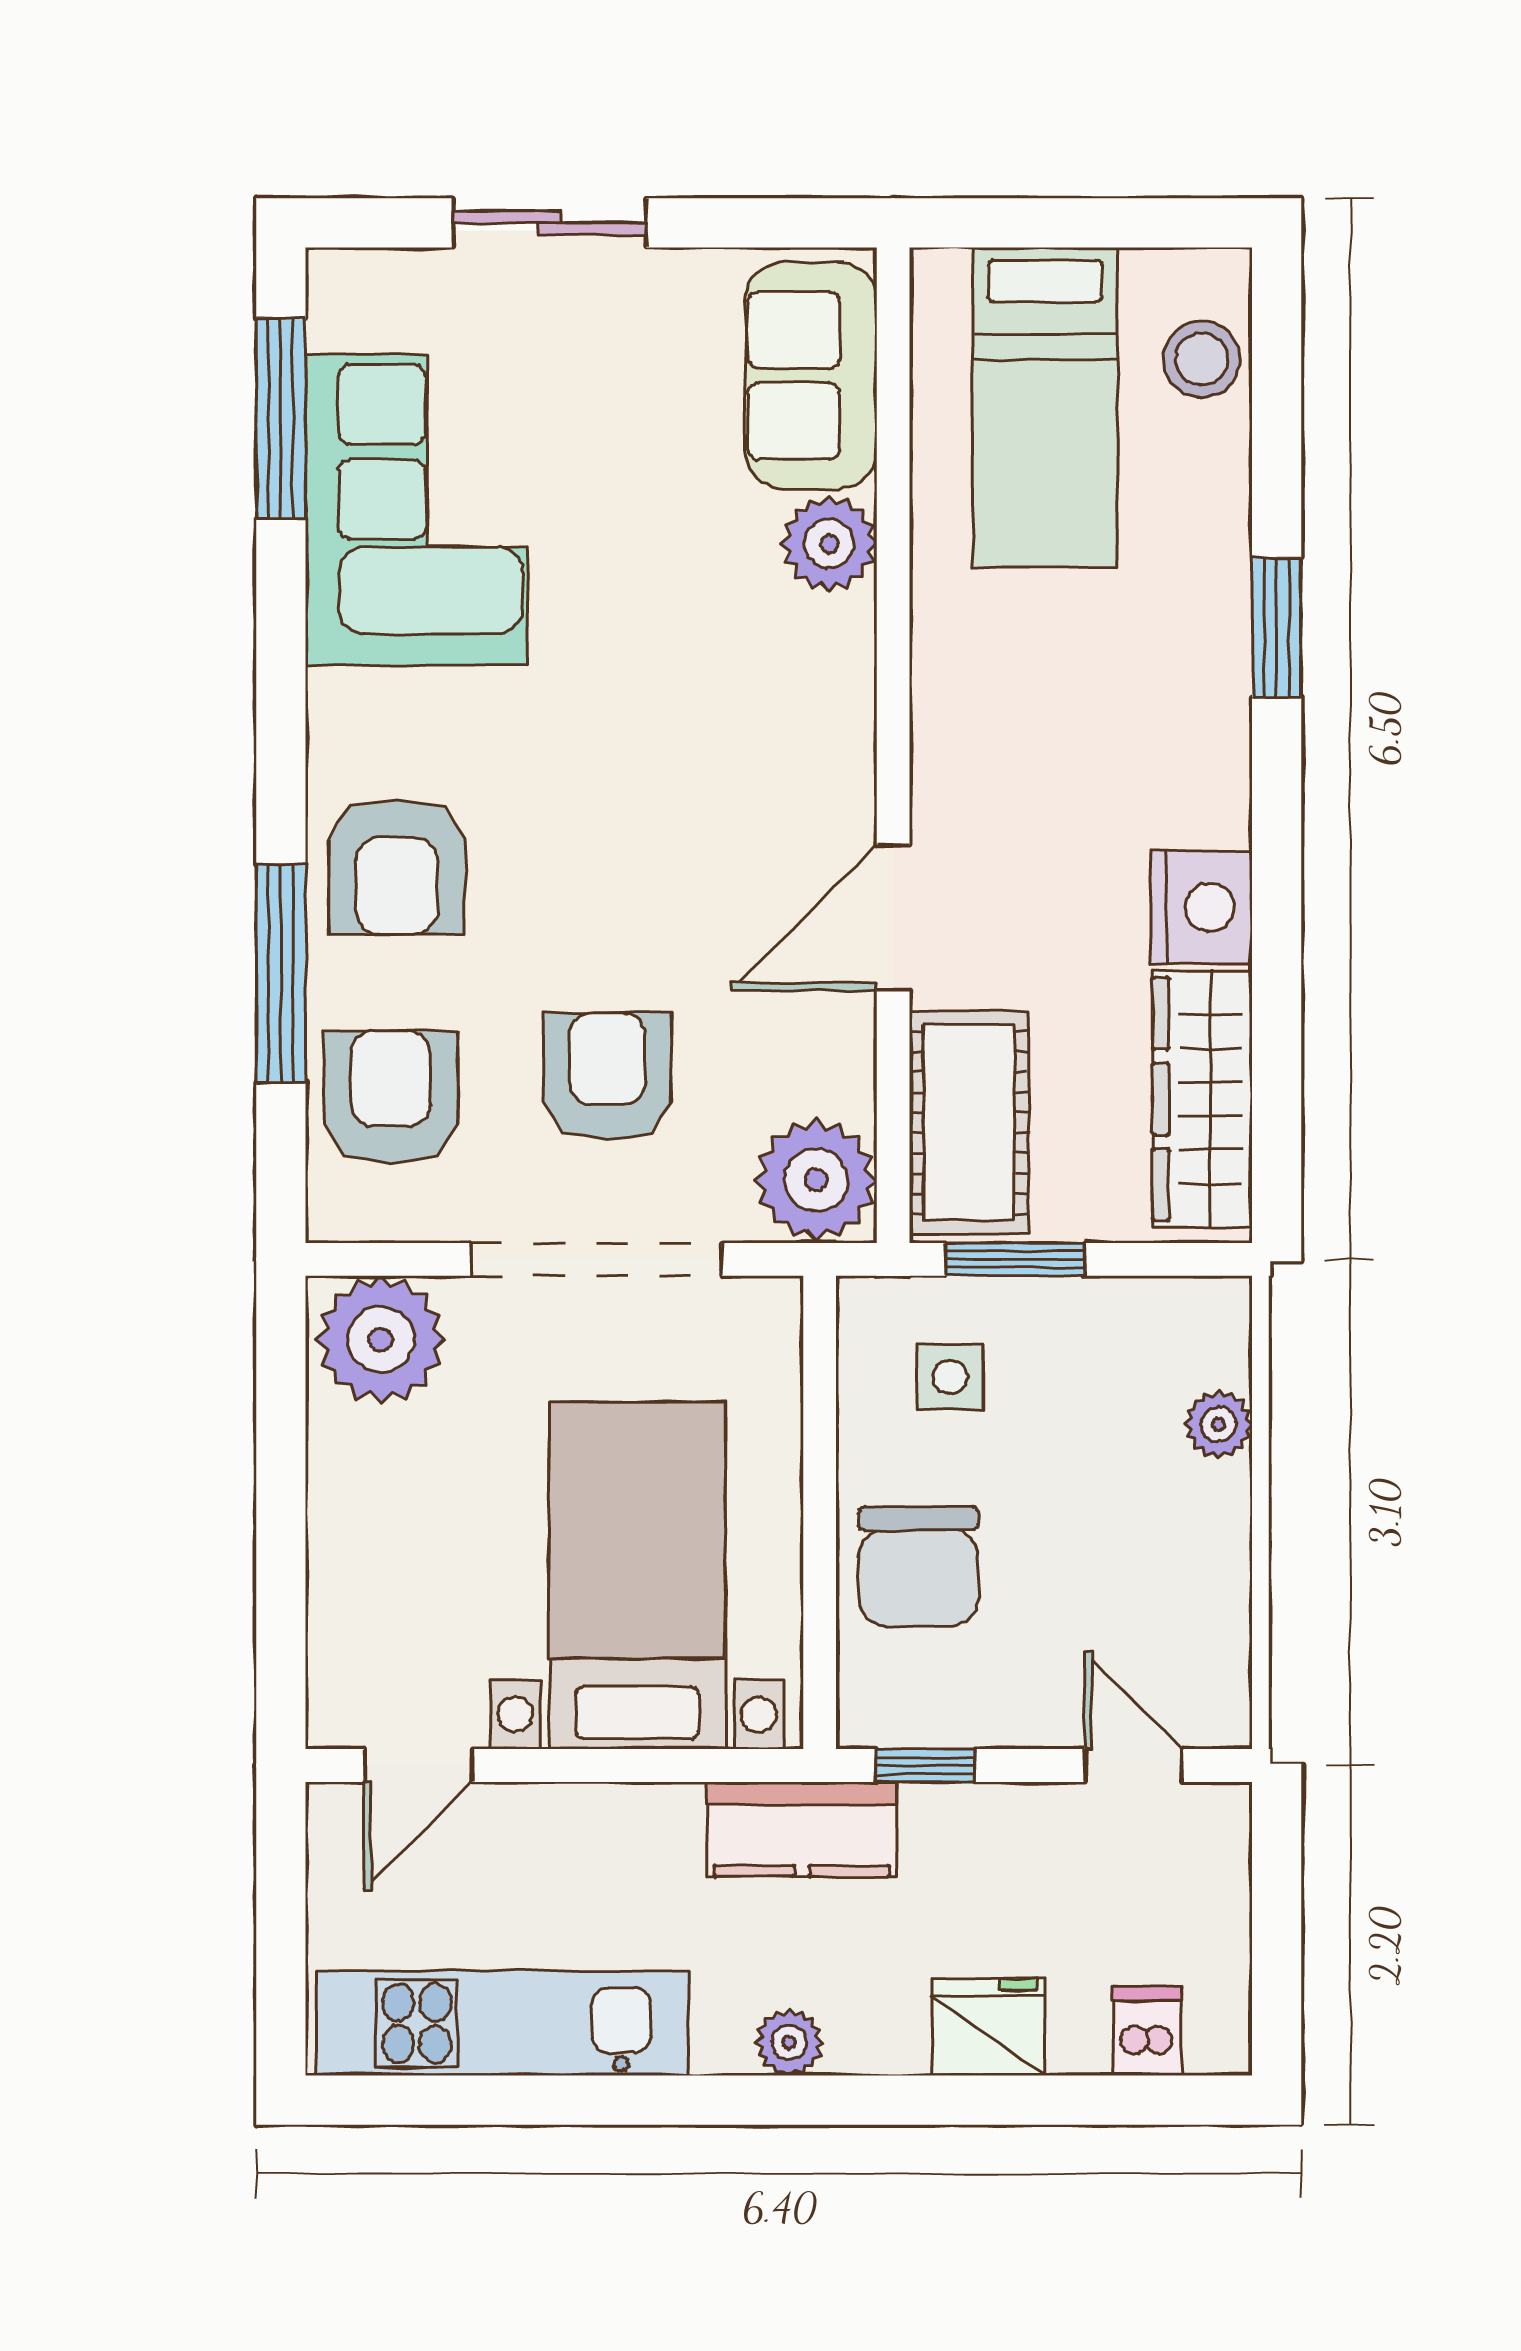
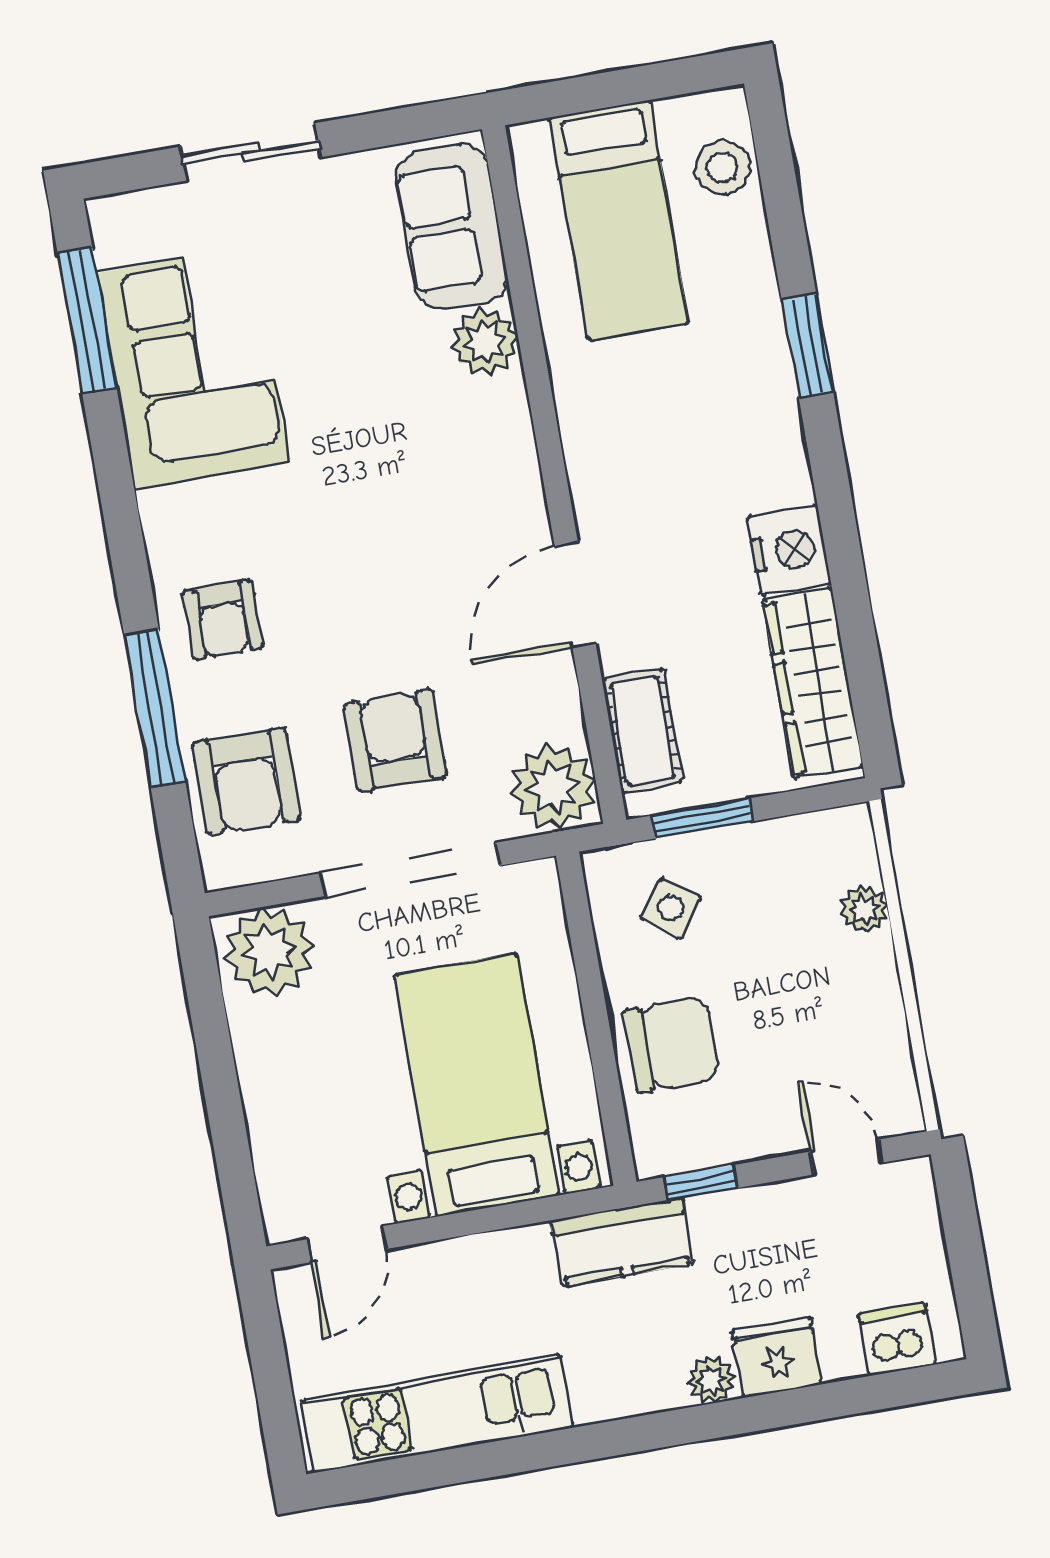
armchair: (397, 867) -> (223, 620), width x0.72, depth x0.72
armchair: (391, 1097) -> (246, 781), turned 180
cot: (969, 1123) -> (642, 731), width x0.73, depth x0.75
side table: (950, 1377) -> (671, 908), turned 37
chair: (918, 1567) -> (672, 1044), turned -90
dishwasher: (1147, 2031) -> (897, 1339), width x1.38
plant: (789, 2042) -> (712, 1380), moved

